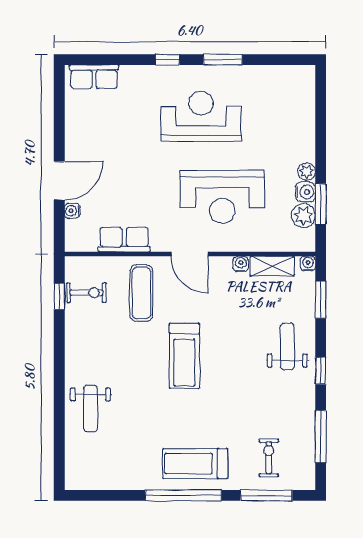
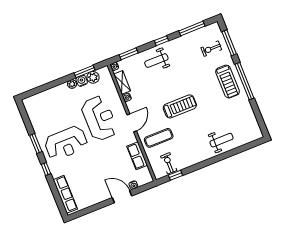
row of seats: (94, 77) -> (65, 194), width x1.48
reception desk: (201, 116) -> (66, 143), turned -90

